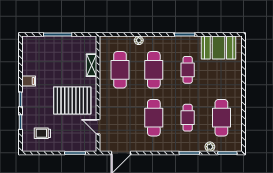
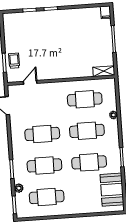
shelving: (91, 65) -> (104, 71), moved
cafe table: (188, 70) -> (89, 162), width x1.37, depth x1.35
filing cabinet: (29, 81) -> (106, 12), moved
pallet: (72, 100) -> (53, 57), removed
cafe table: (188, 118) -> (44, 165), width x1.37, depth x1.35
trolley: (42, 133) -> (14, 61), moved

